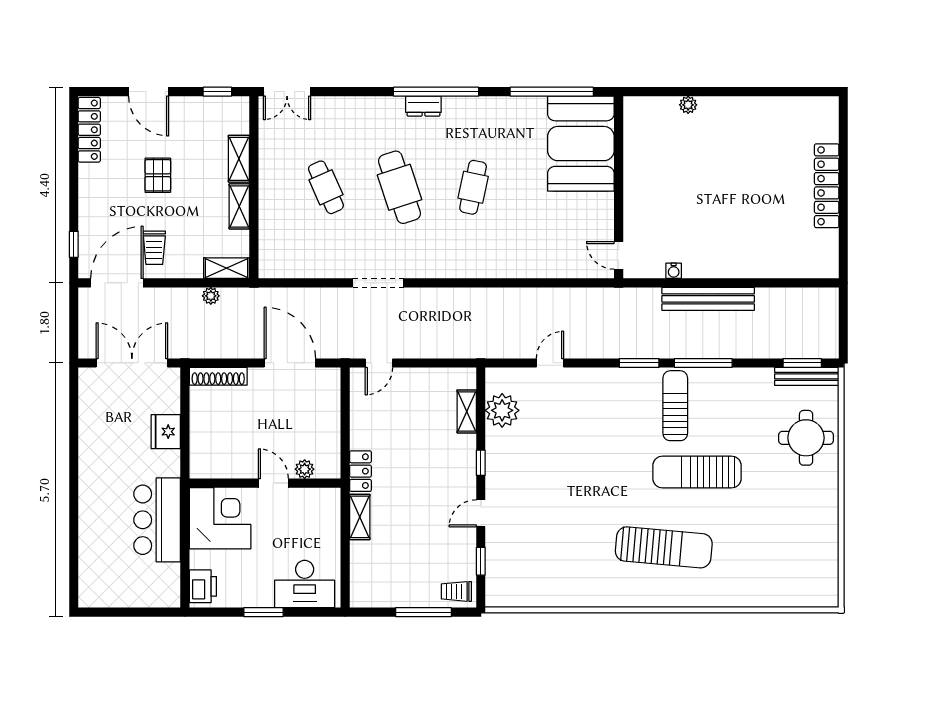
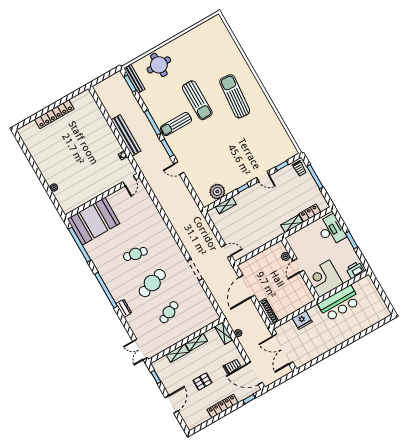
double door: (287, 92) -> (140, 349), swing flipped
dresser: (423, 106) -> (124, 308), moved
locker: (89, 130) -> (223, 406), moved
door: (550, 363) -> (179, 168), moved
locker: (360, 471) -> (310, 213), moved

